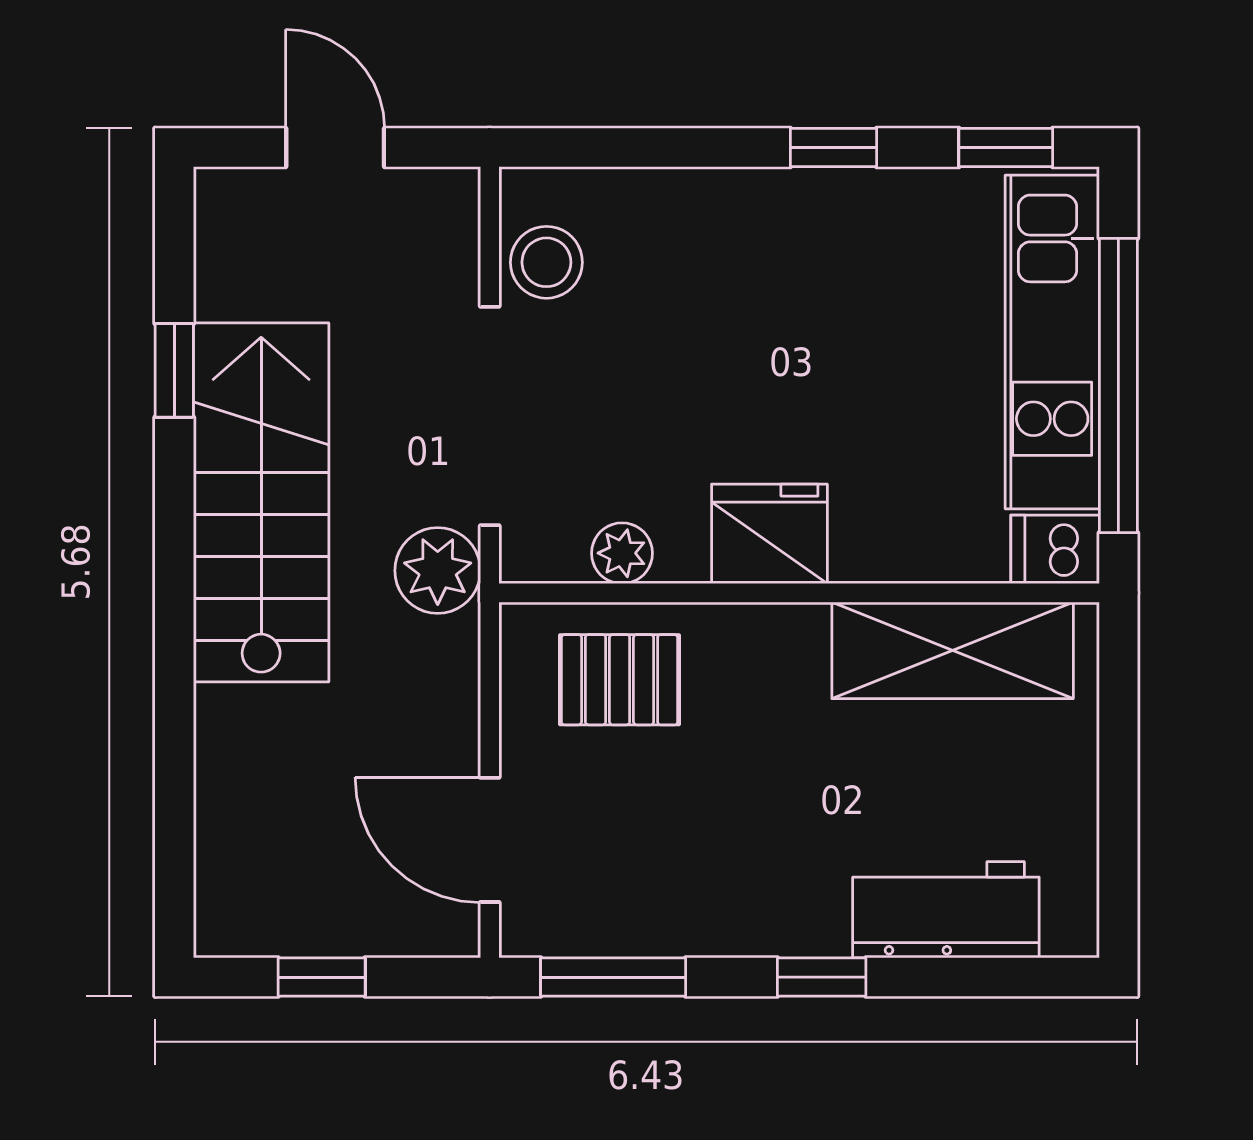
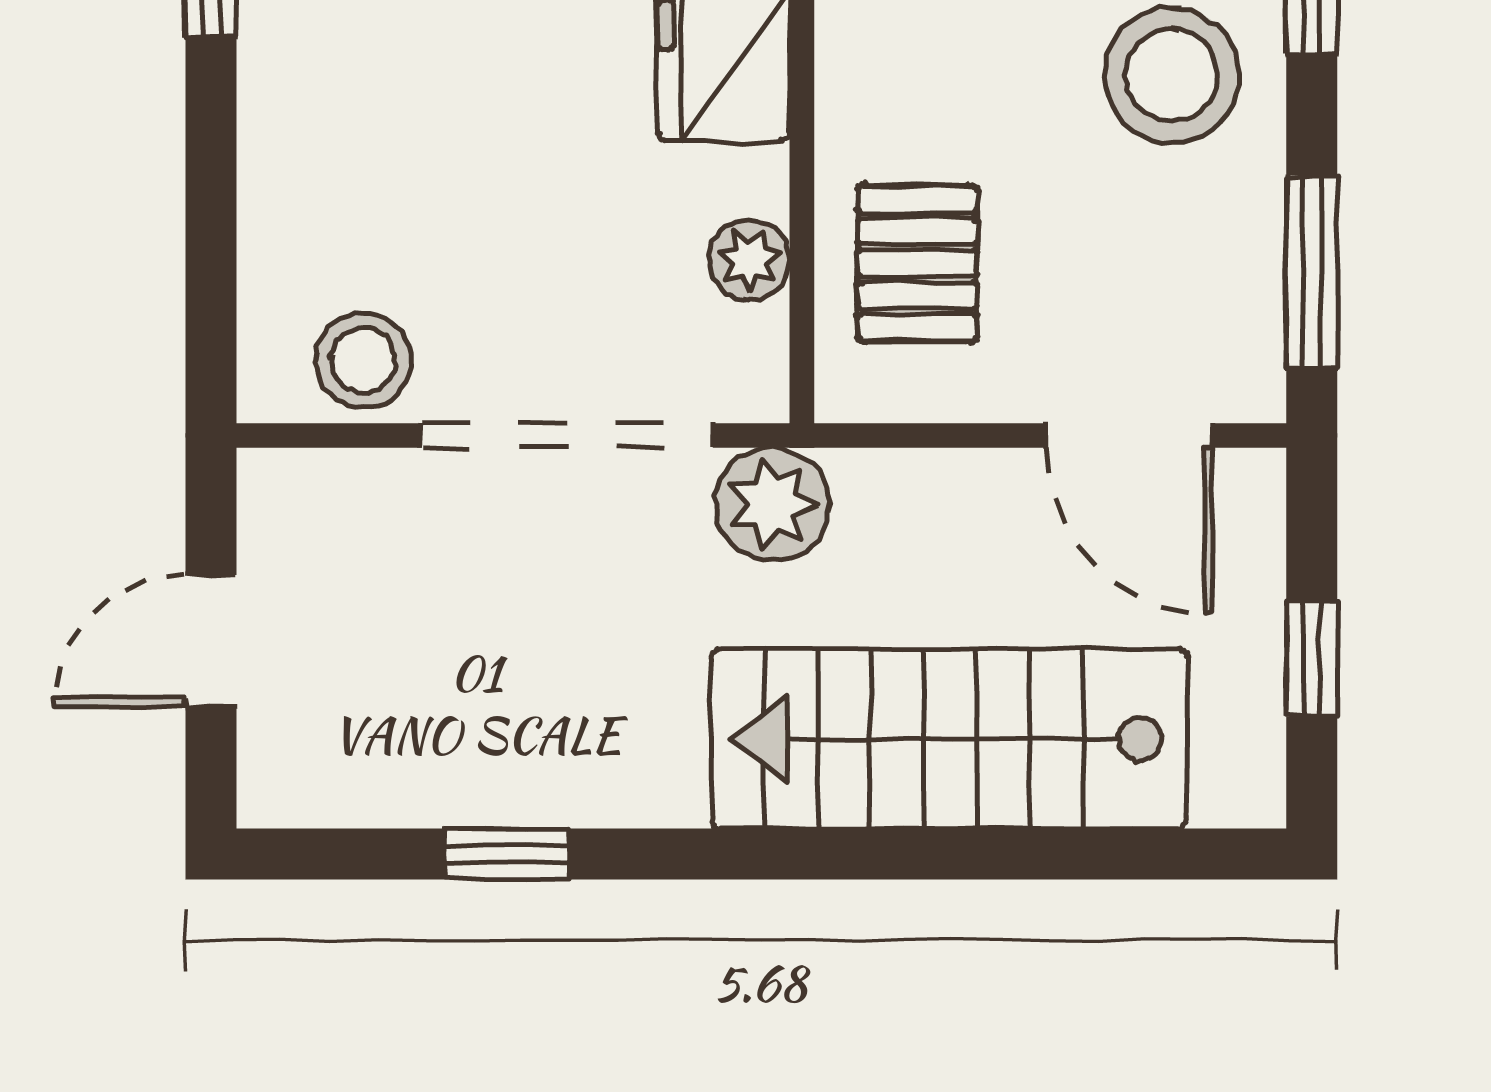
stairs: (261, 502) -> (949, 739), moved
door: (490, 840) -> (1130, 435), hinge flipped
stool: (761, 872) -> (1172, 75), added

